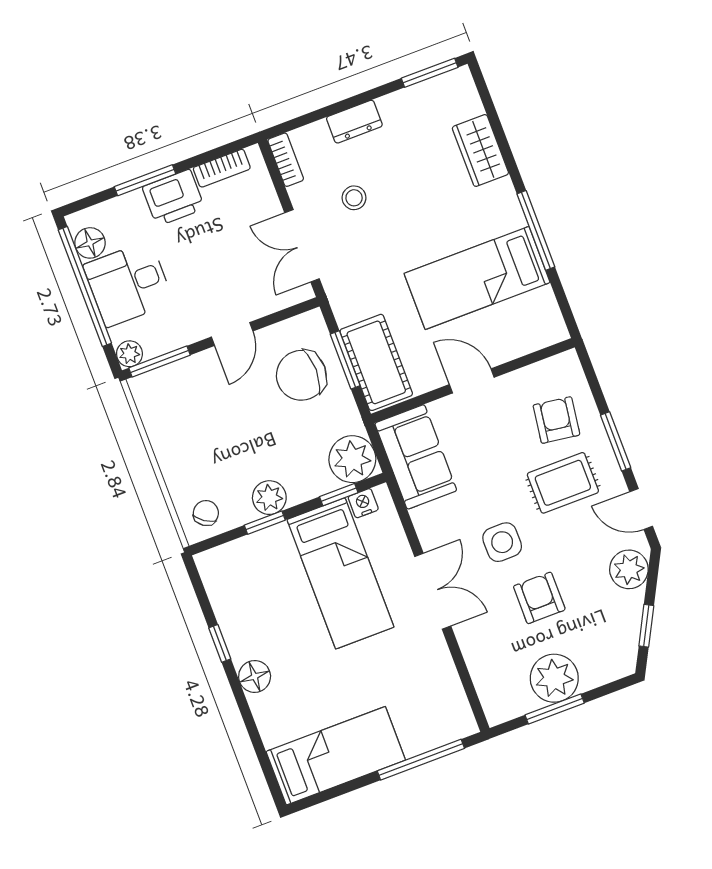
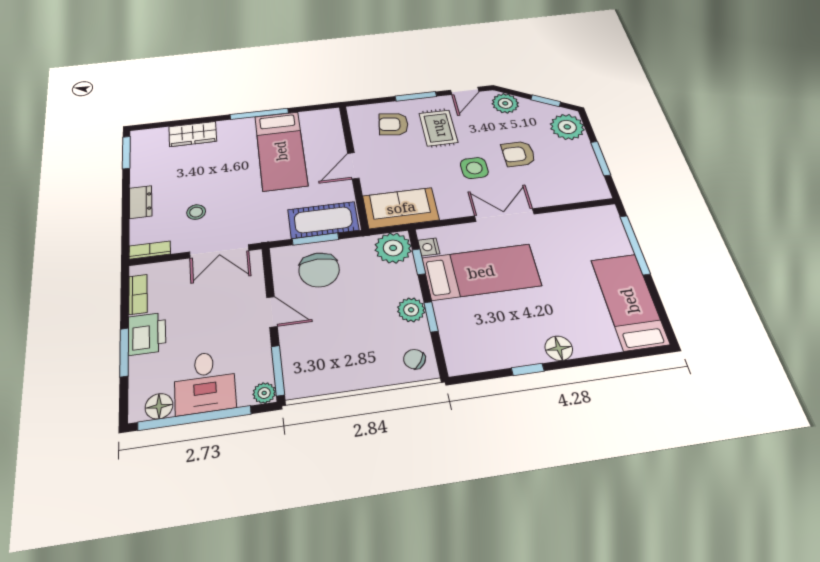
plant: (554, 678) -> (567, 127), moved

